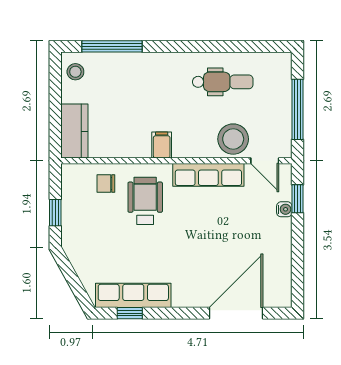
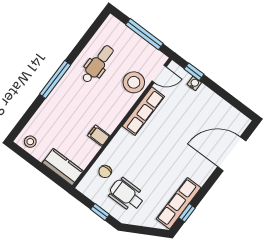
window: (112, 46) -> (55, 79), moved
filing cabinet: (162, 145) -> (99, 136), moved
wheelchair: (145, 201) -> (127, 195), moved
door: (236, 313) -> (232, 154), hinge flipped

